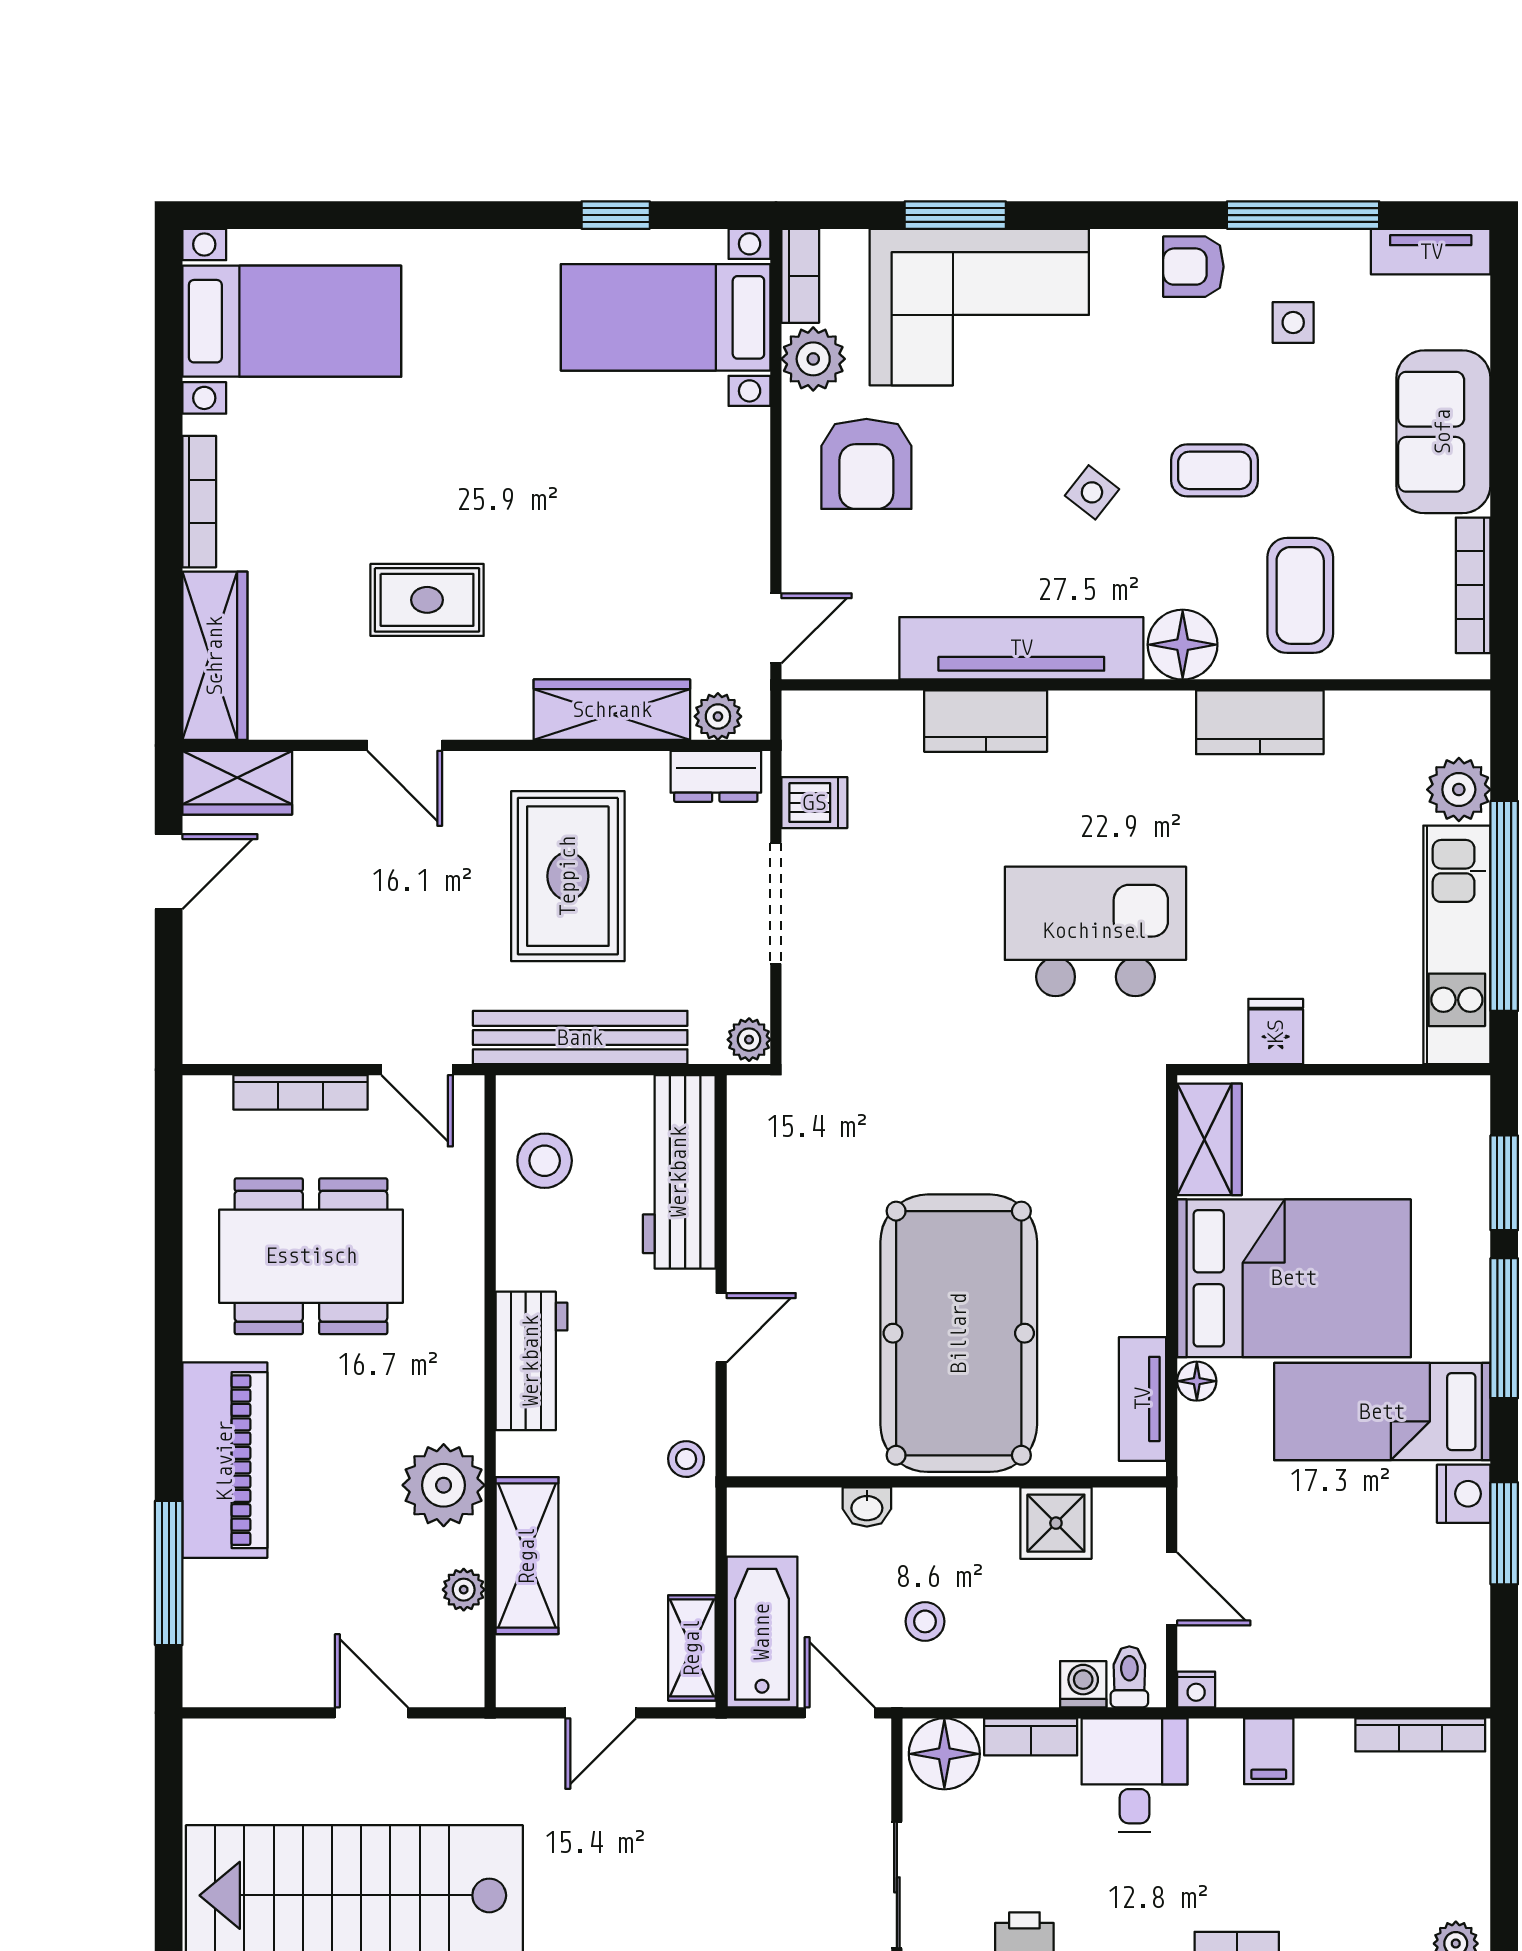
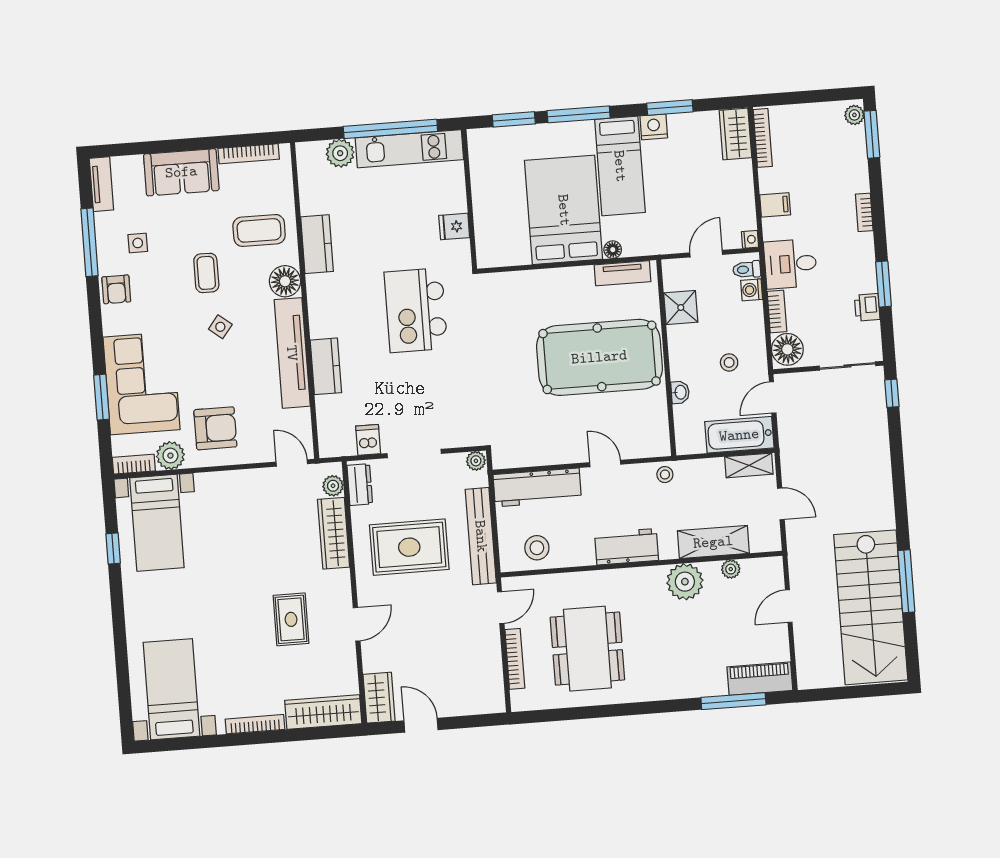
wardrobe: (1210, 1139) -> (735, 134), moved, turned -90
piano: (225, 1460) -> (760, 679), moved, width x0.73, depth x0.75

